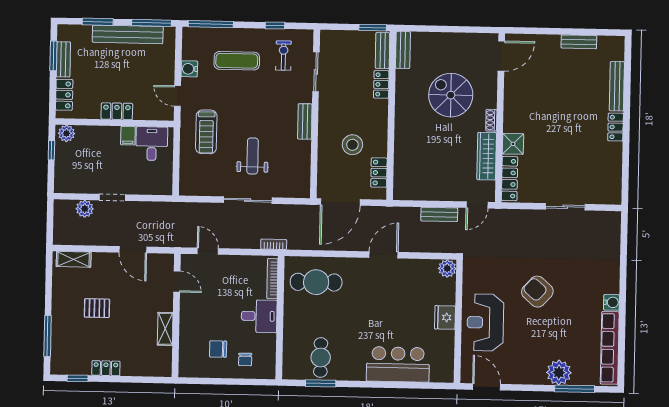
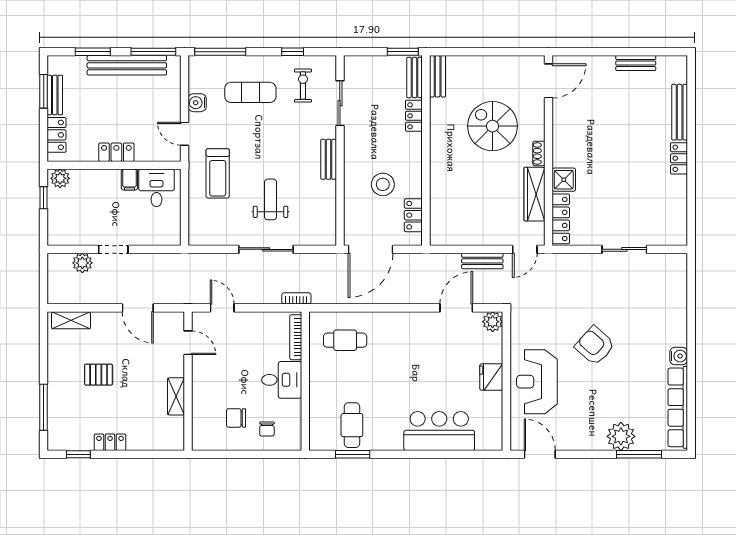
door: (384, 255) -> (456, 308), moved
cafe table: (316, 282) -> (345, 340), width x0.73, depth x0.74

